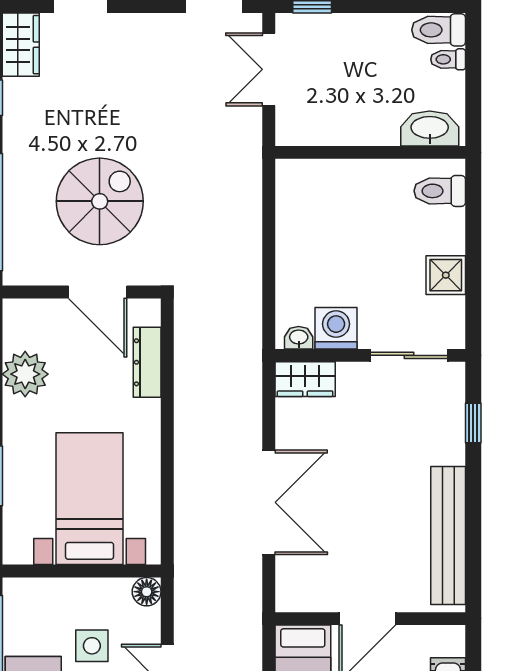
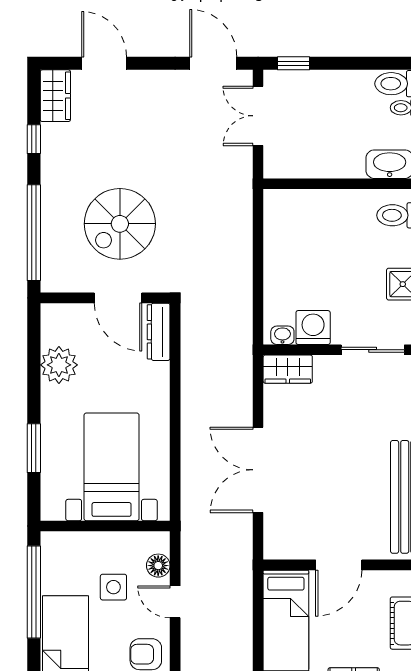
spiral stairs: (100, 201) -> (120, 224), turned 180
dresser: (147, 362) -> (159, 332), moved
double door: (269, 502) -> (258, 470), swing flipped
floor lamp: (147, 592) -> (158, 566), moved

